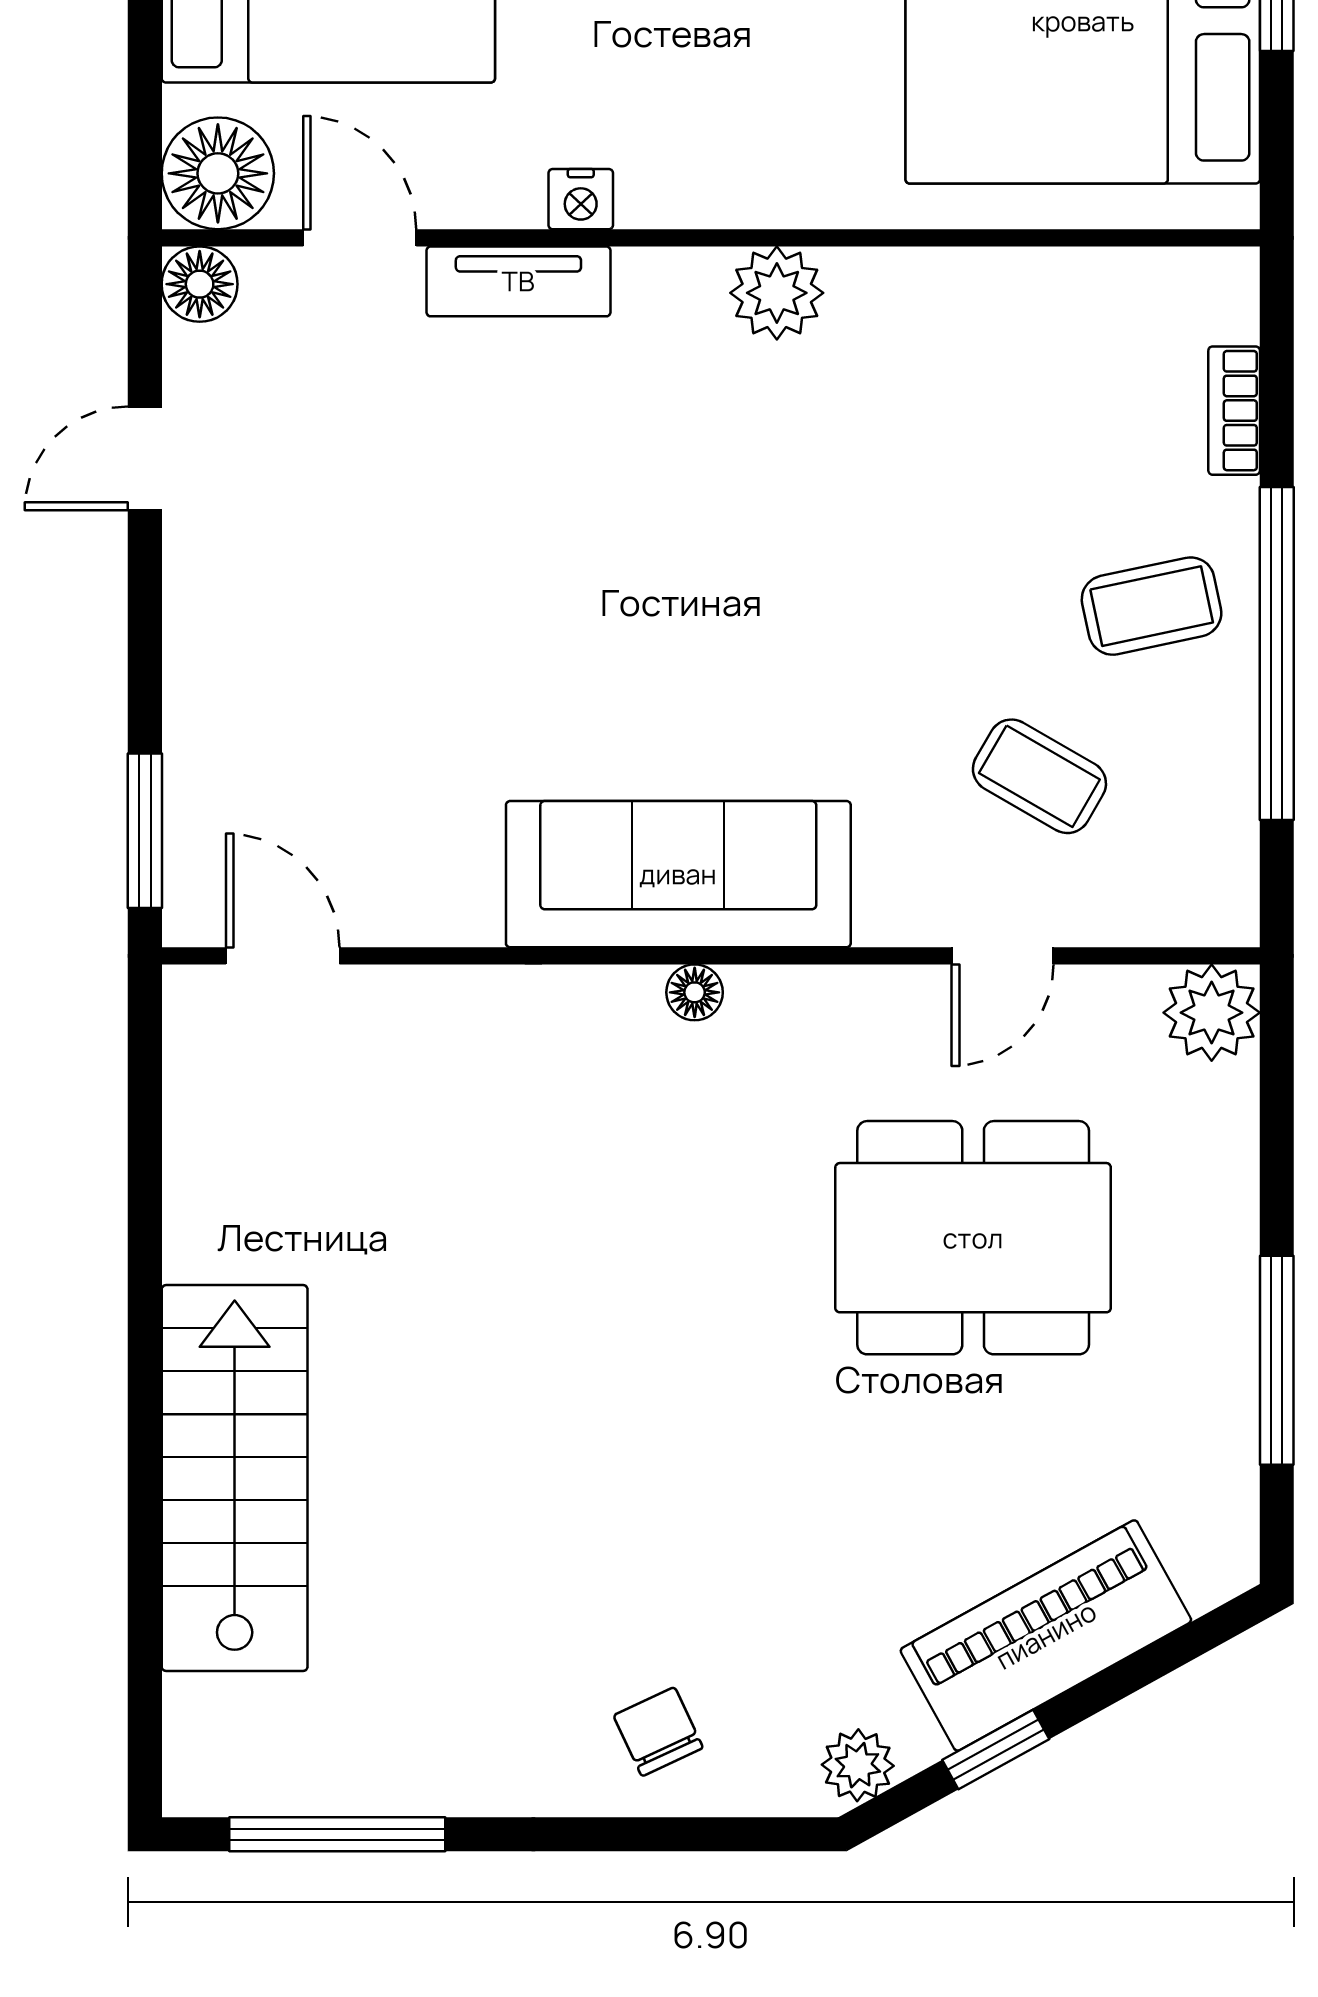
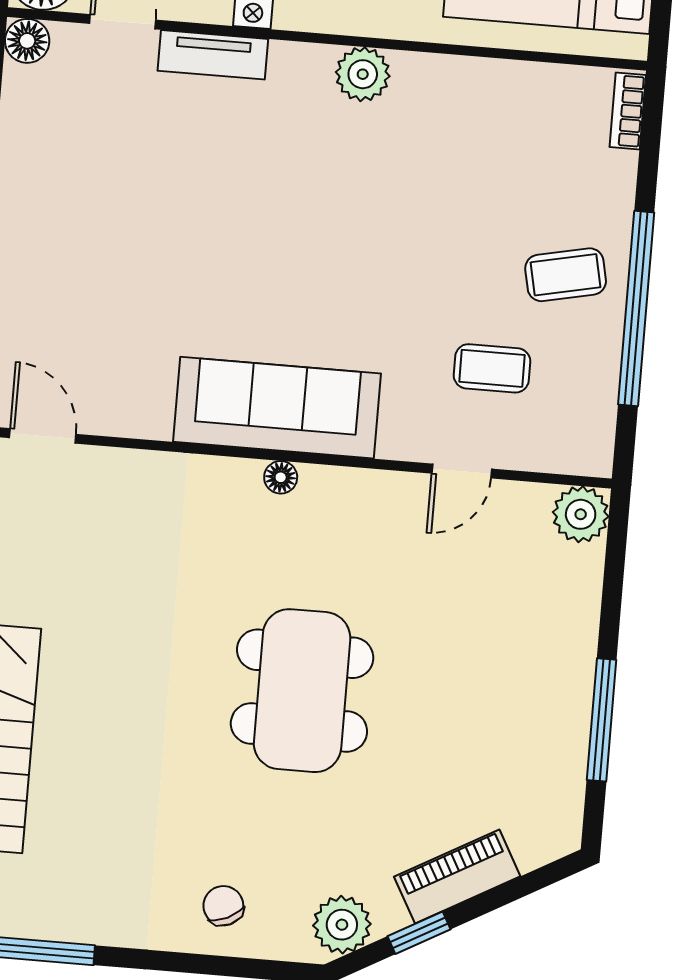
bookcase: (1234, 411) -> (628, 111), moved
coffee table: (1039, 776) -> (492, 368), turned -30
dining table: (973, 1238) -> (302, 691), moved, turned 90
piano: (1046, 1635) -> (457, 876), width x0.73, depth x0.75
plant: (858, 1765) -> (342, 925), width x1.38, depth x1.38

